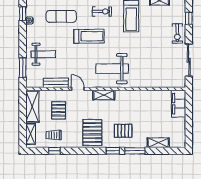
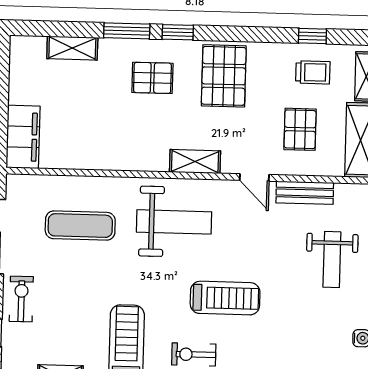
exercise mat: (61, 16) -> (80, 226), moved
treadmill: (89, 36) -> (225, 298), turned 180
weight bench: (43, 54) -> (332, 260), turned -90

